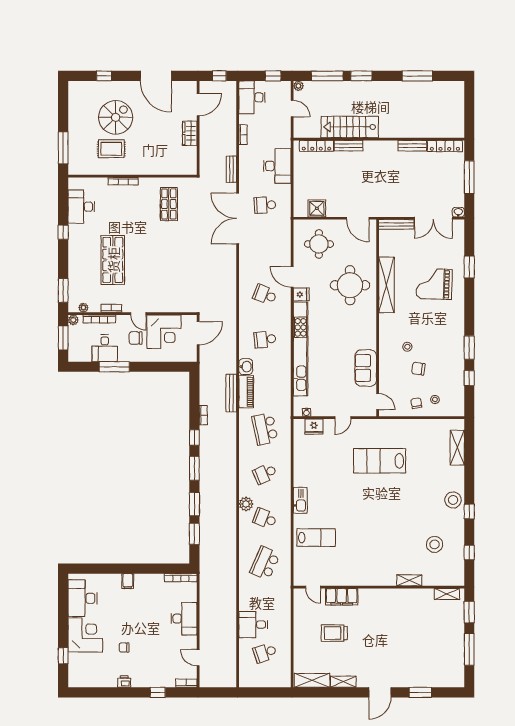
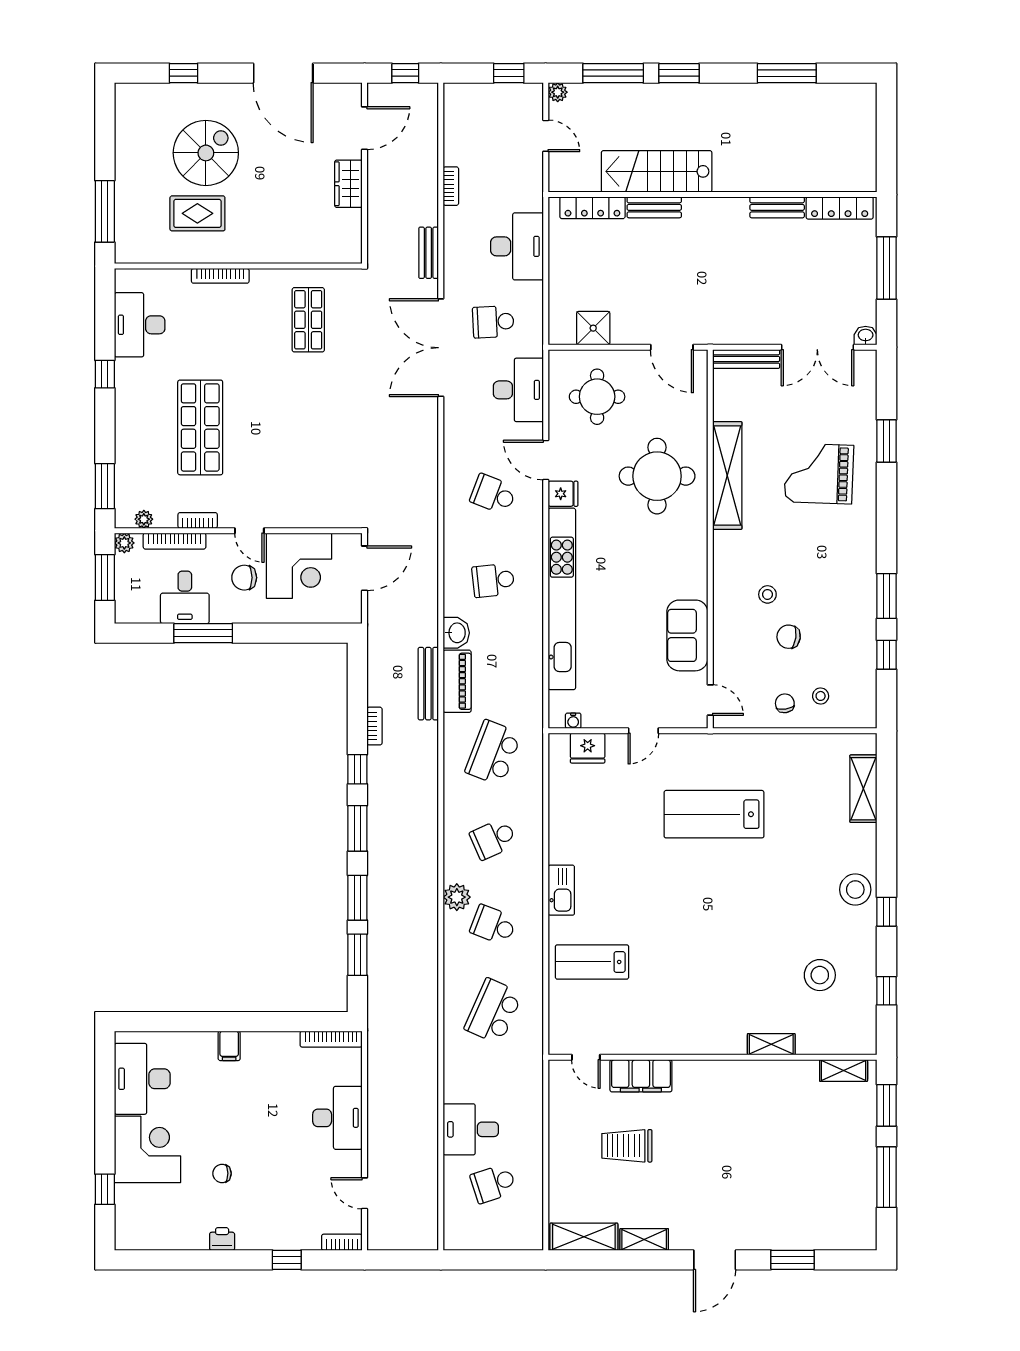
desk: (252, 97) -> (518, 390), moved, turned 180
school desk: (265, 429) -> (493, 753), turned 33
lab bench: (316, 538) -> (592, 962), turned 180

